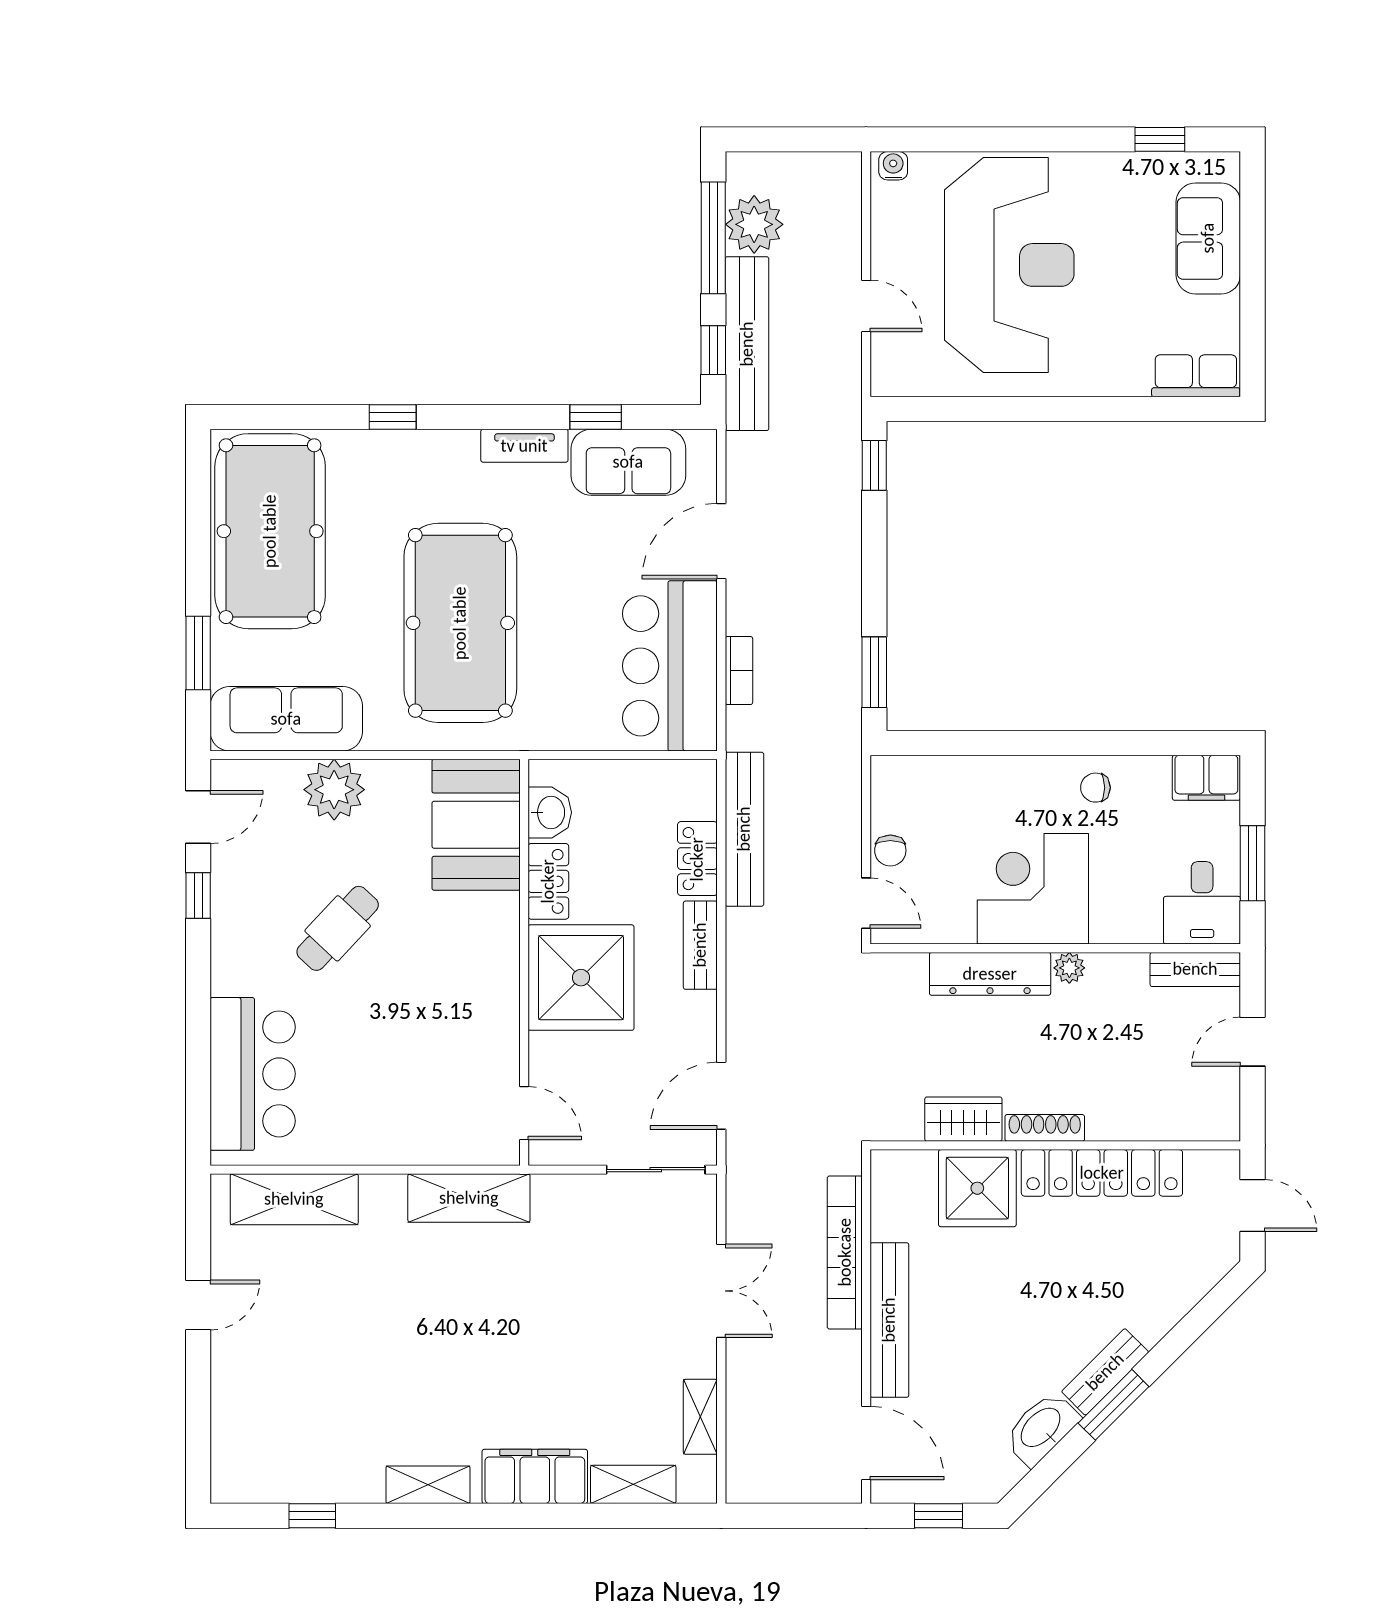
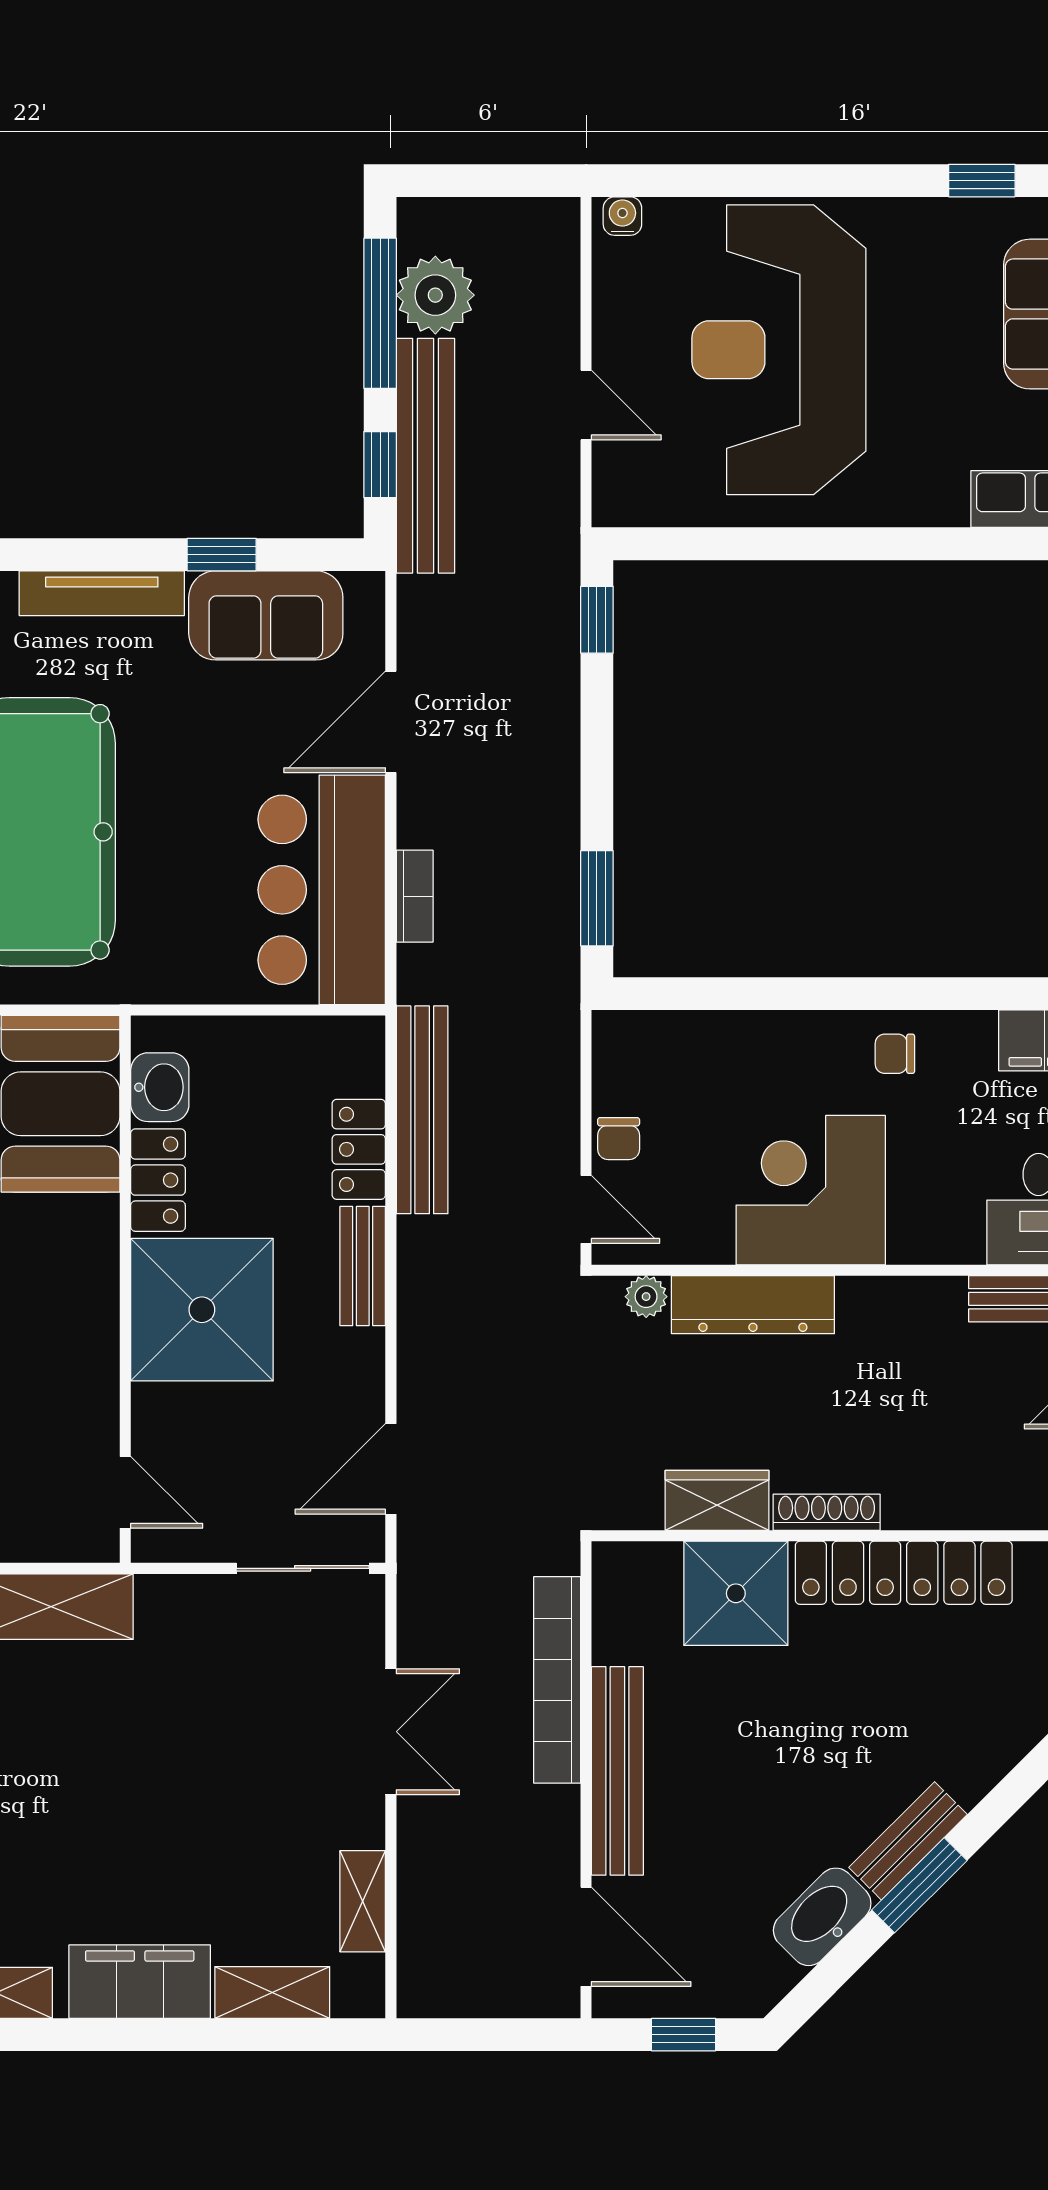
reception desk: (1009, 265) -> (779, 350), turned 180
tv unit: (524, 446) -> (102, 593), width x1.41
plant: (1069, 968) -> (646, 1297), moved

